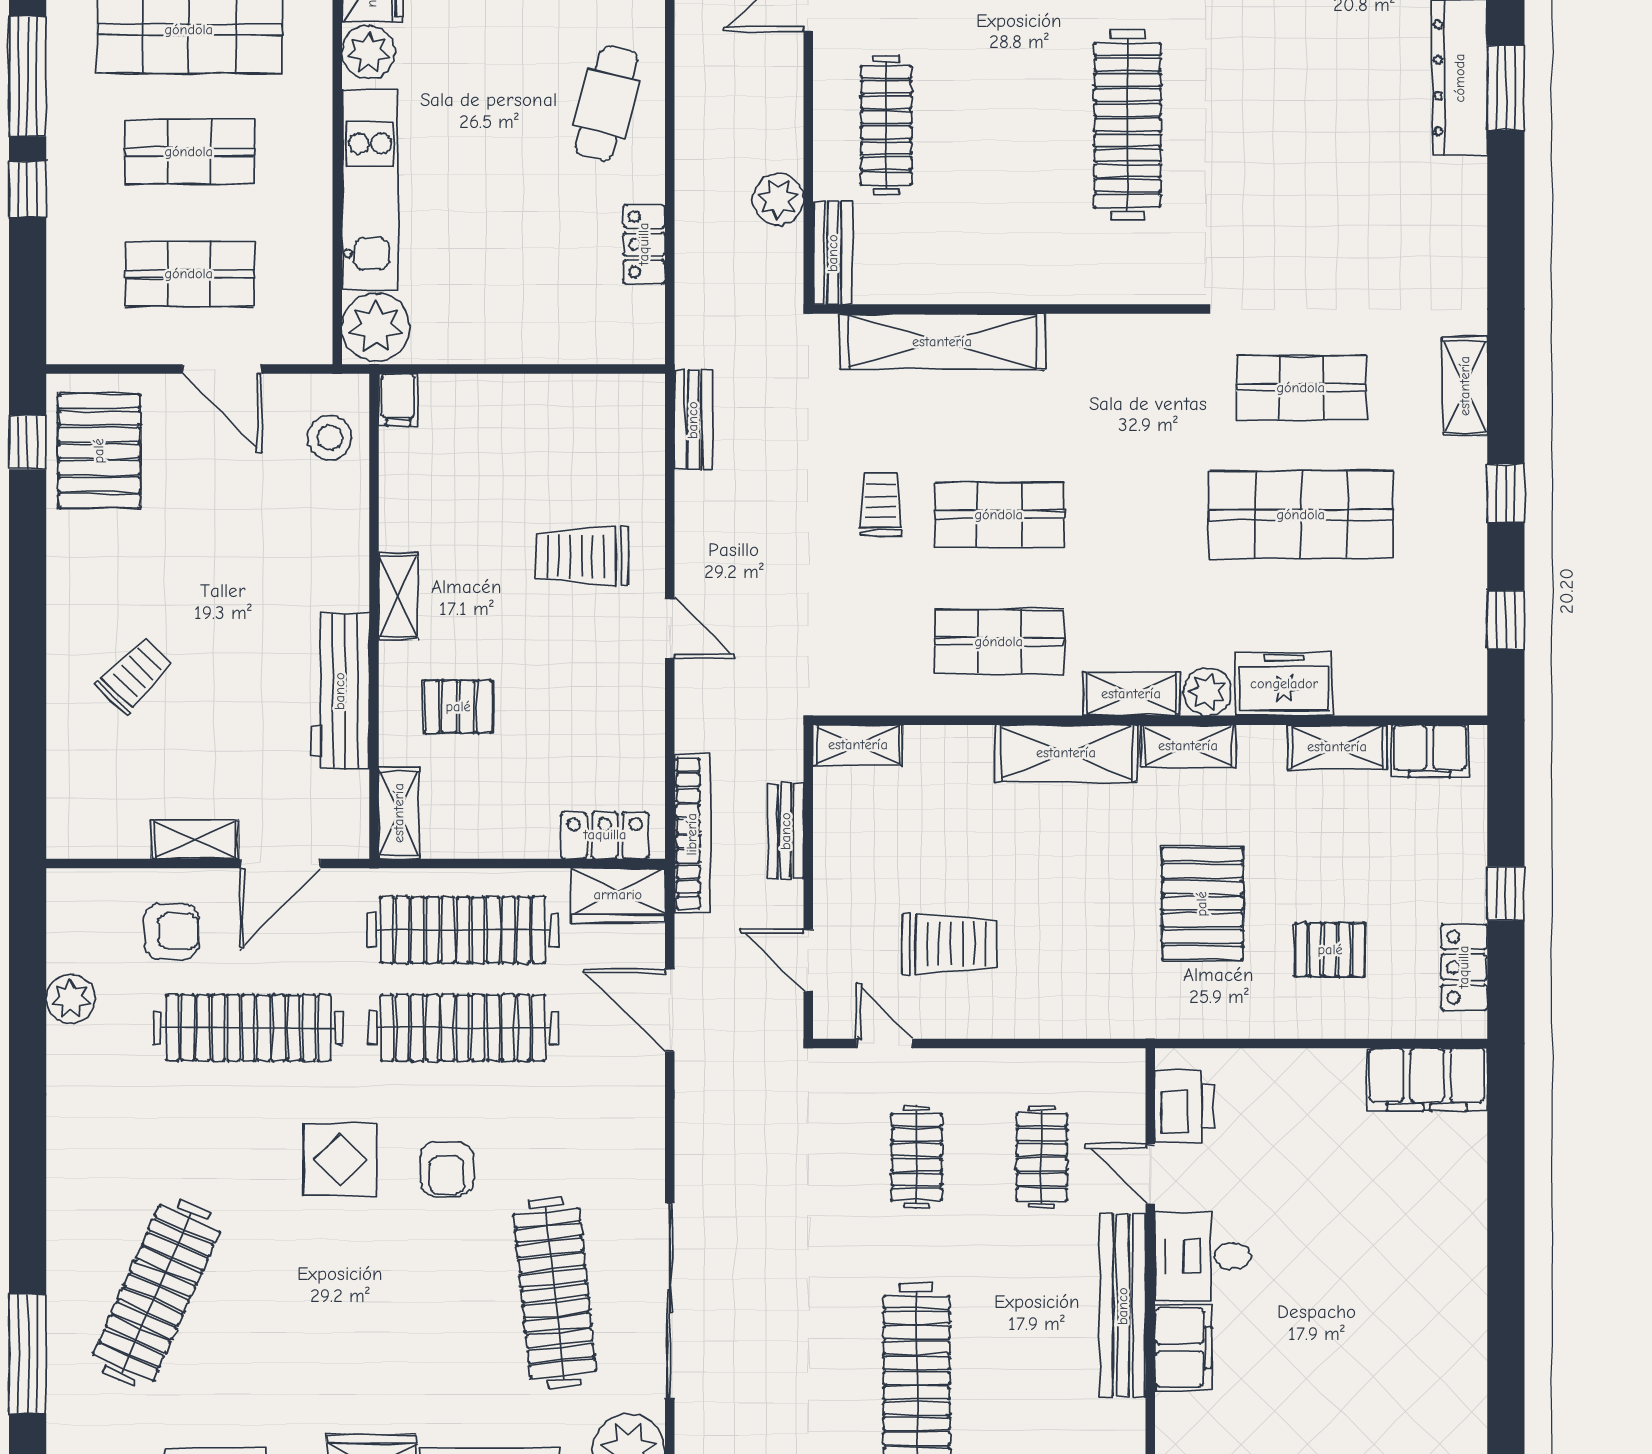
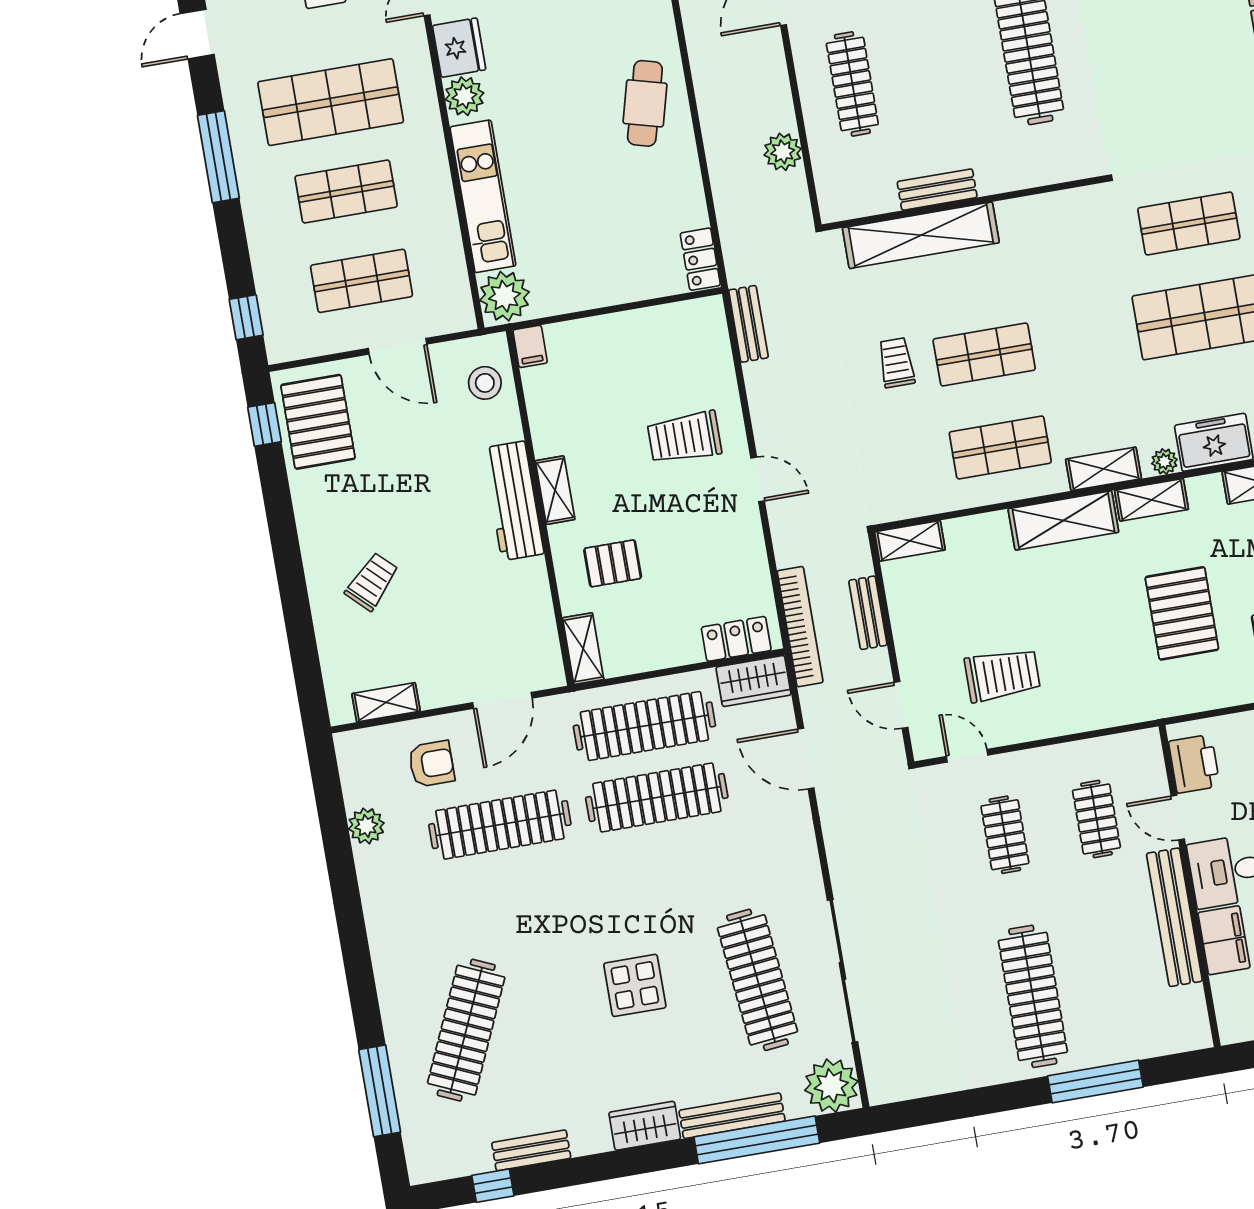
window: (28, 189) -> (246, 317), moved
locker: (644, 244) -> (700, 259), moved
bench: (833, 253) -> (937, 190), moved, turned 90
workbench: (340, 691) -> (513, 501), moved
plant: (1208, 691) -> (1164, 462), width x0.73, depth x0.73
shelving: (195, 839) -> (386, 702), moved
display table: (340, 1159) -> (635, 985), moved
armchair: (447, 1169) -> (663, 903), removed

